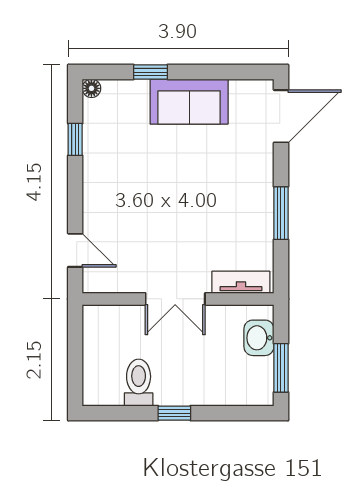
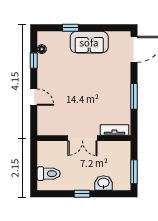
floor lamp: (91, 88) -> (42, 49), moved
door: (75, 250) -> (34, 97), moved
washbasin: (259, 338) -> (103, 183), moved, turned 90
toilet: (139, 383) -> (49, 174), moved, turned 90

